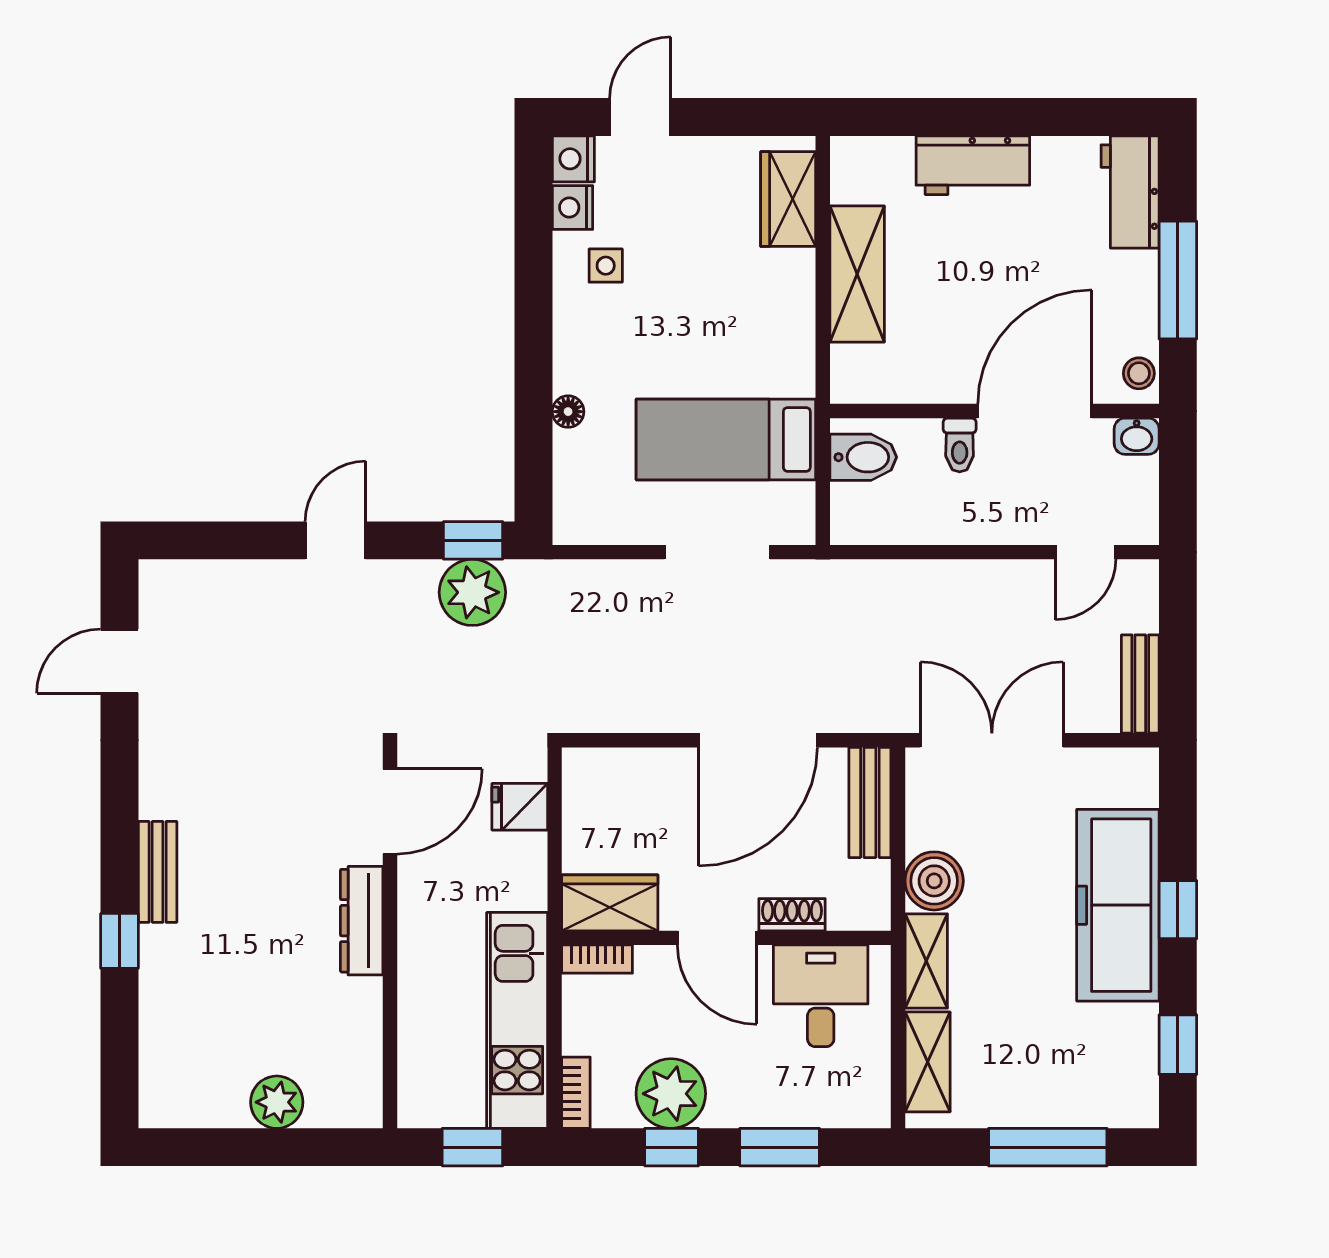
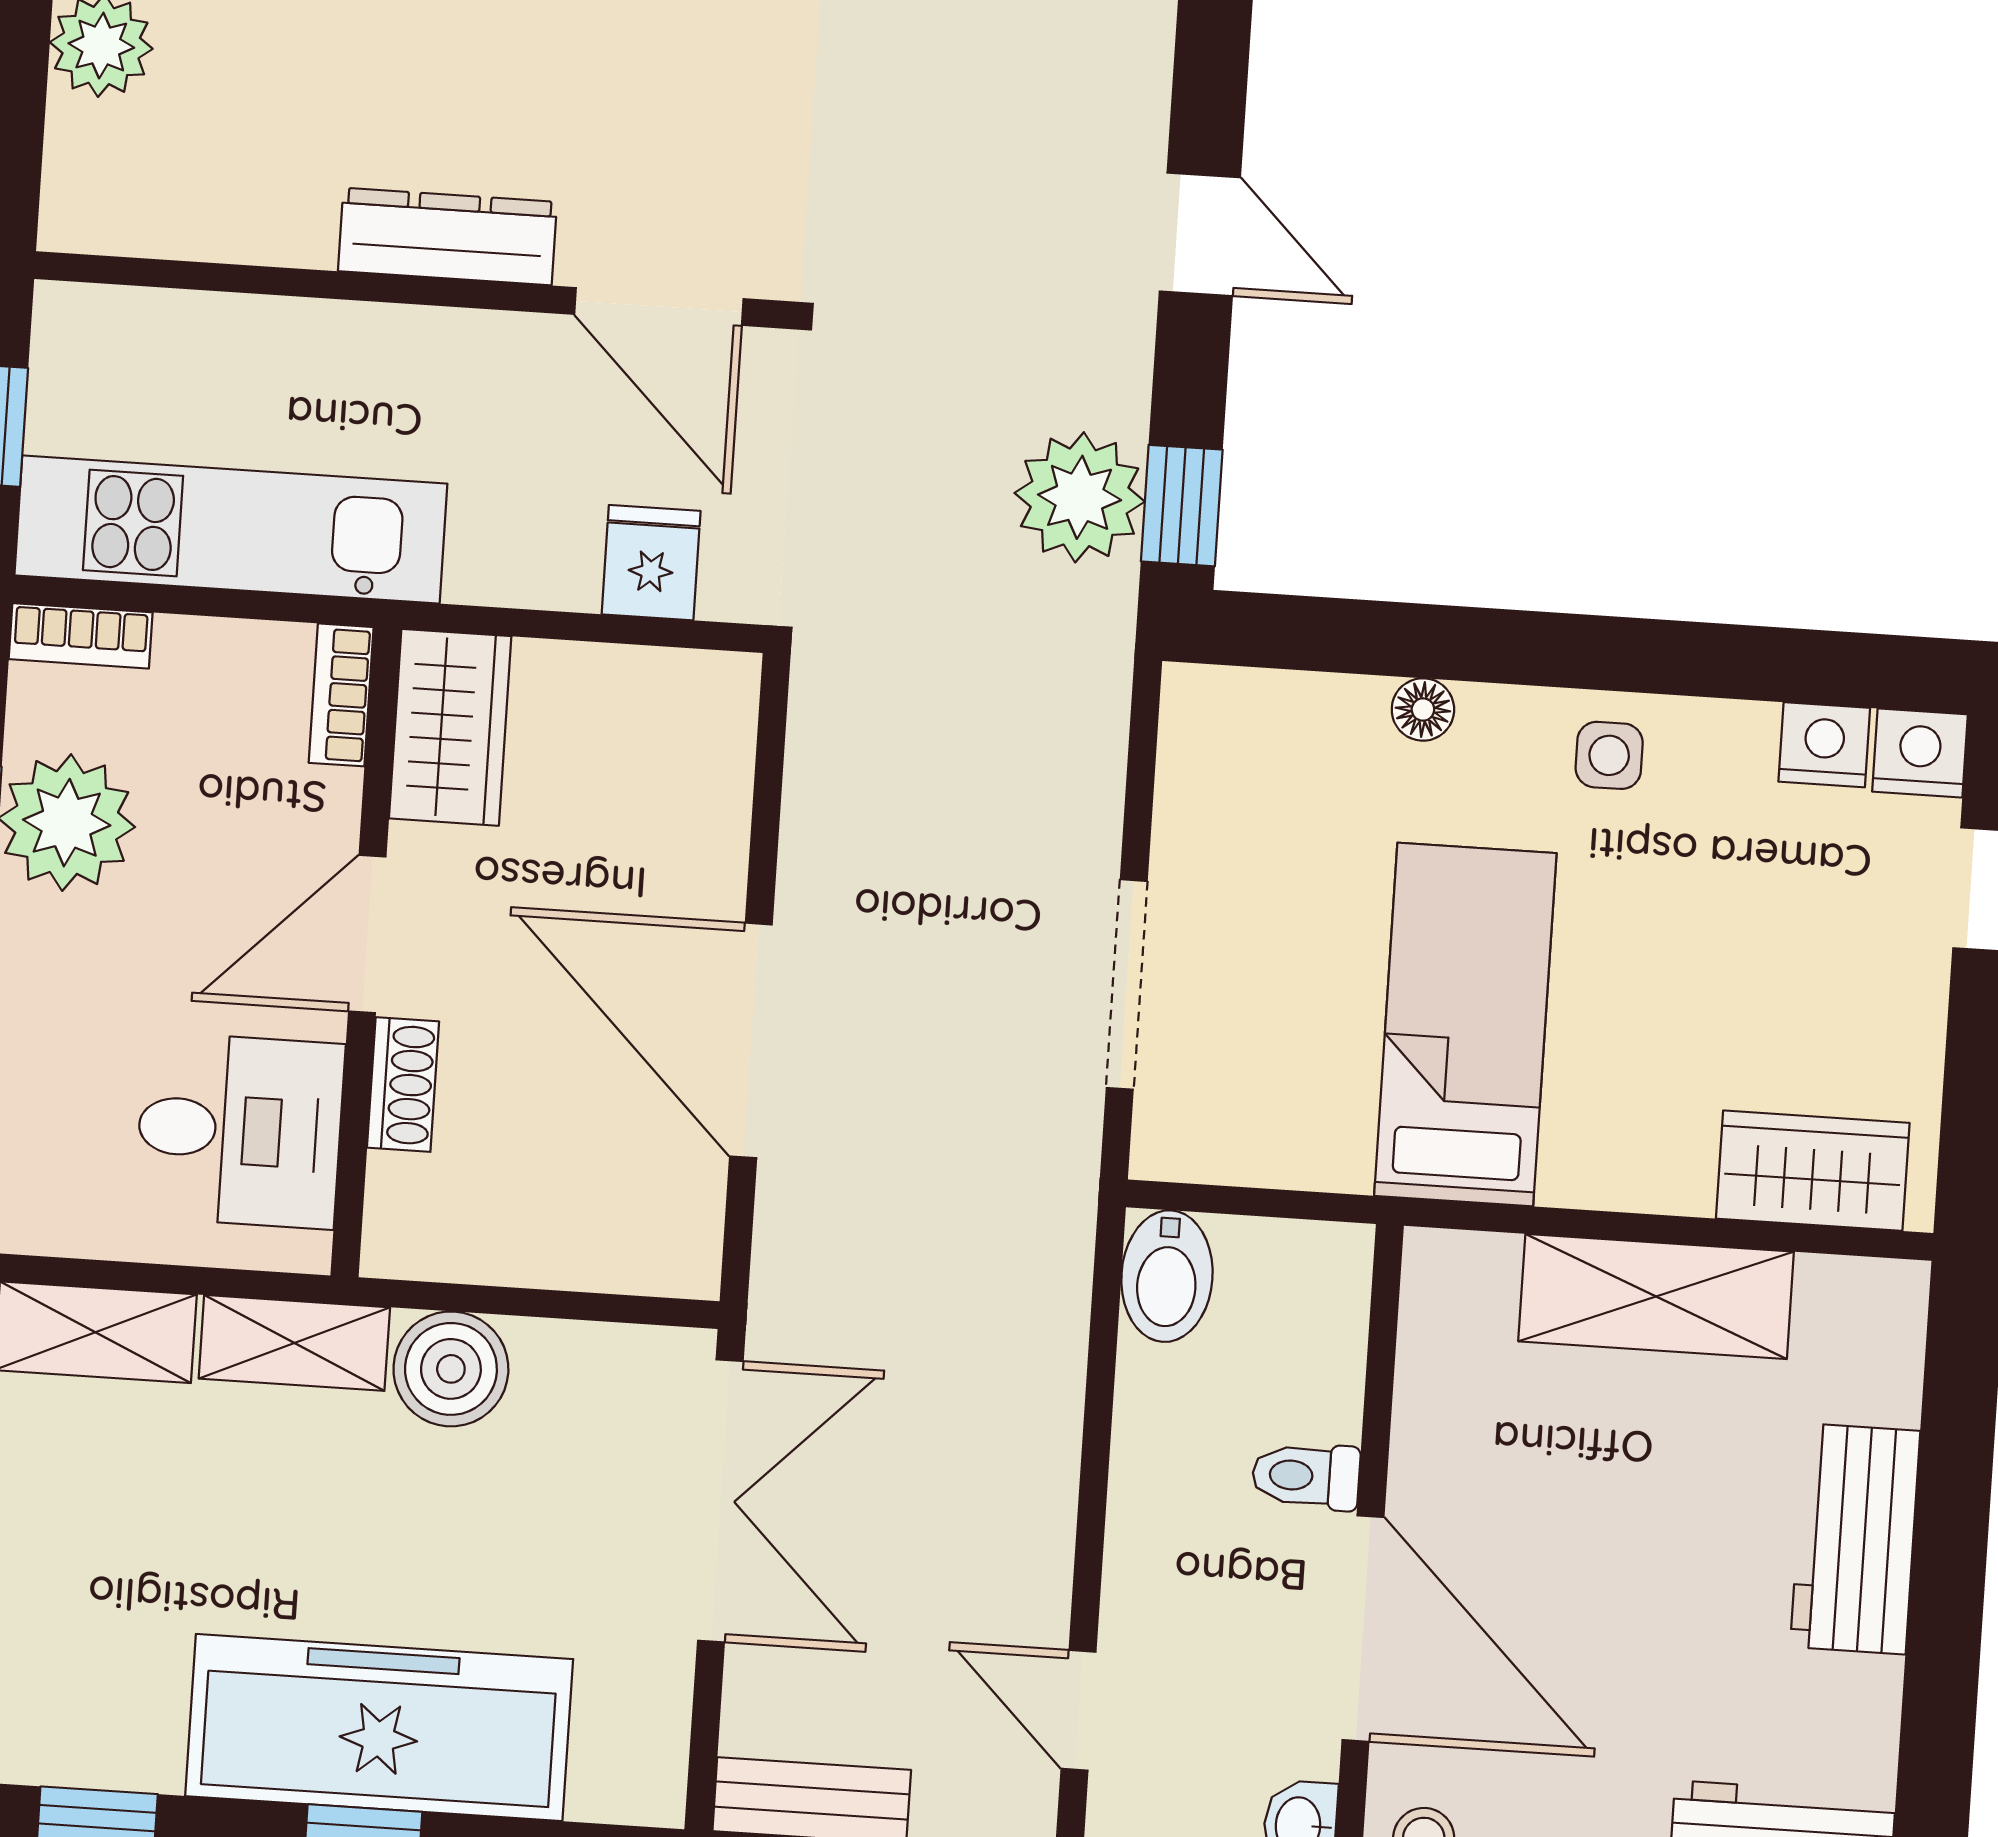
side table: (606, 266) -> (1609, 755), moved
bed: (726, 439) -> (1465, 1024), moved
bidet: (863, 457) -> (1167, 1276), moved
bench: (870, 802) -> (614, 1253), removed

